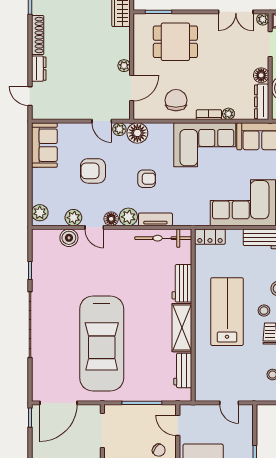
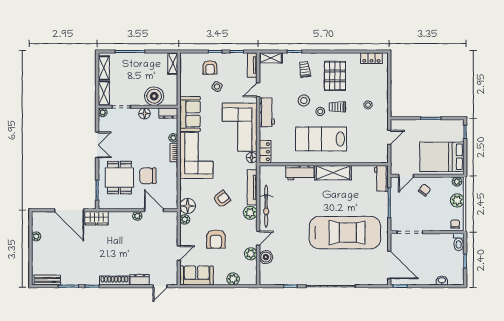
double door: (236, 12) -> (97, 145), moved
chair: (176, 100) -> (148, 176), moved
dresser: (262, 102) -> (168, 113), width x0.70
door: (102, 121) -> (179, 253), moved
armchair: (147, 179) -> (222, 199), turned 53
plant: (40, 213) -> (233, 279), moved
floor lamp: (111, 219) -> (252, 158), moved
tv unit: (155, 219) -> (252, 187), width x1.41
bicycle: (163, 238) -> (266, 206), moved
workbench: (183, 370) -> (381, 178), moved, turned 90

